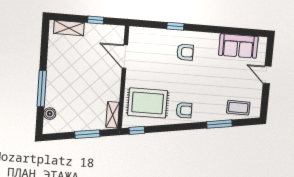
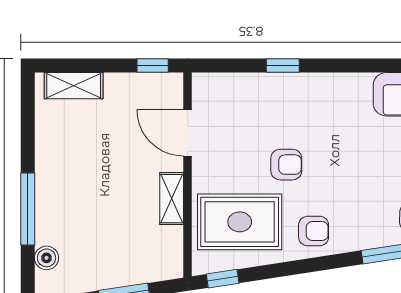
window: (96, 20) -> (153, 66), moved
armchair: (185, 52) -> (286, 165), moved
shelving: (113, 115) -> (172, 199), moved

